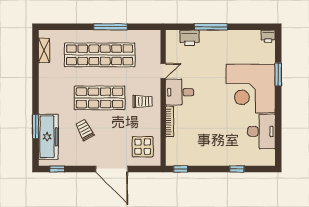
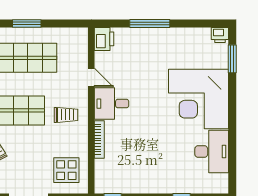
window: (110, 27) -> (27, 23), width x0.69
printer: (190, 38) -> (104, 39), moved, turned -90
door: (163, 71) -> (91, 77), hinge flipped
window: (278, 74) -> (232, 59), moved

